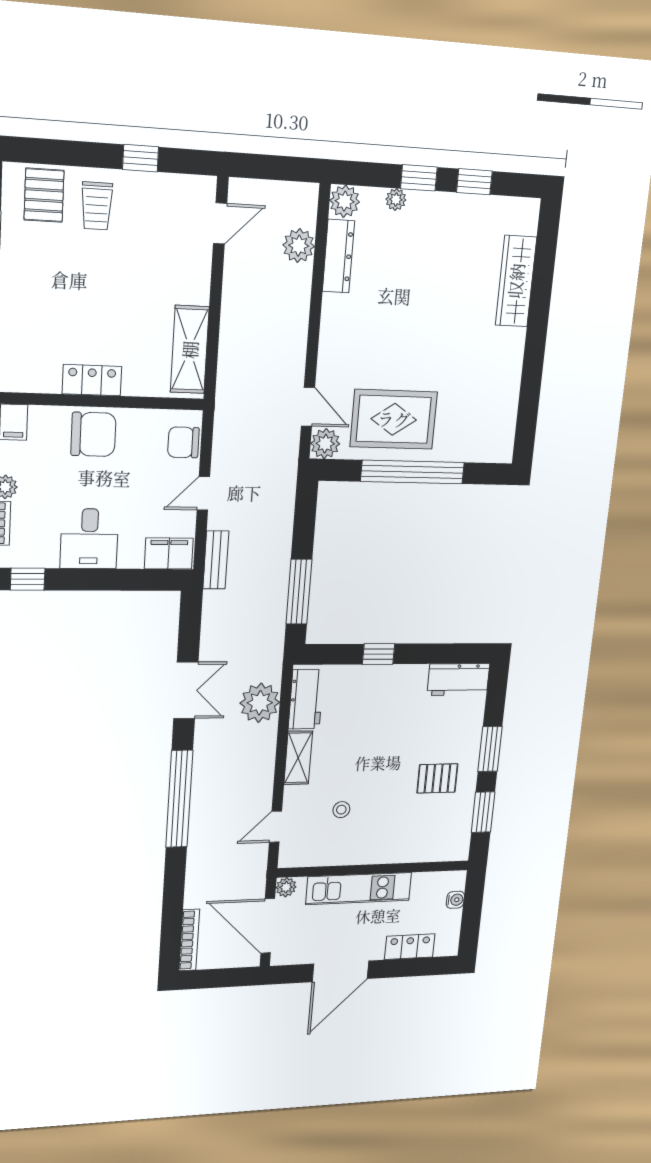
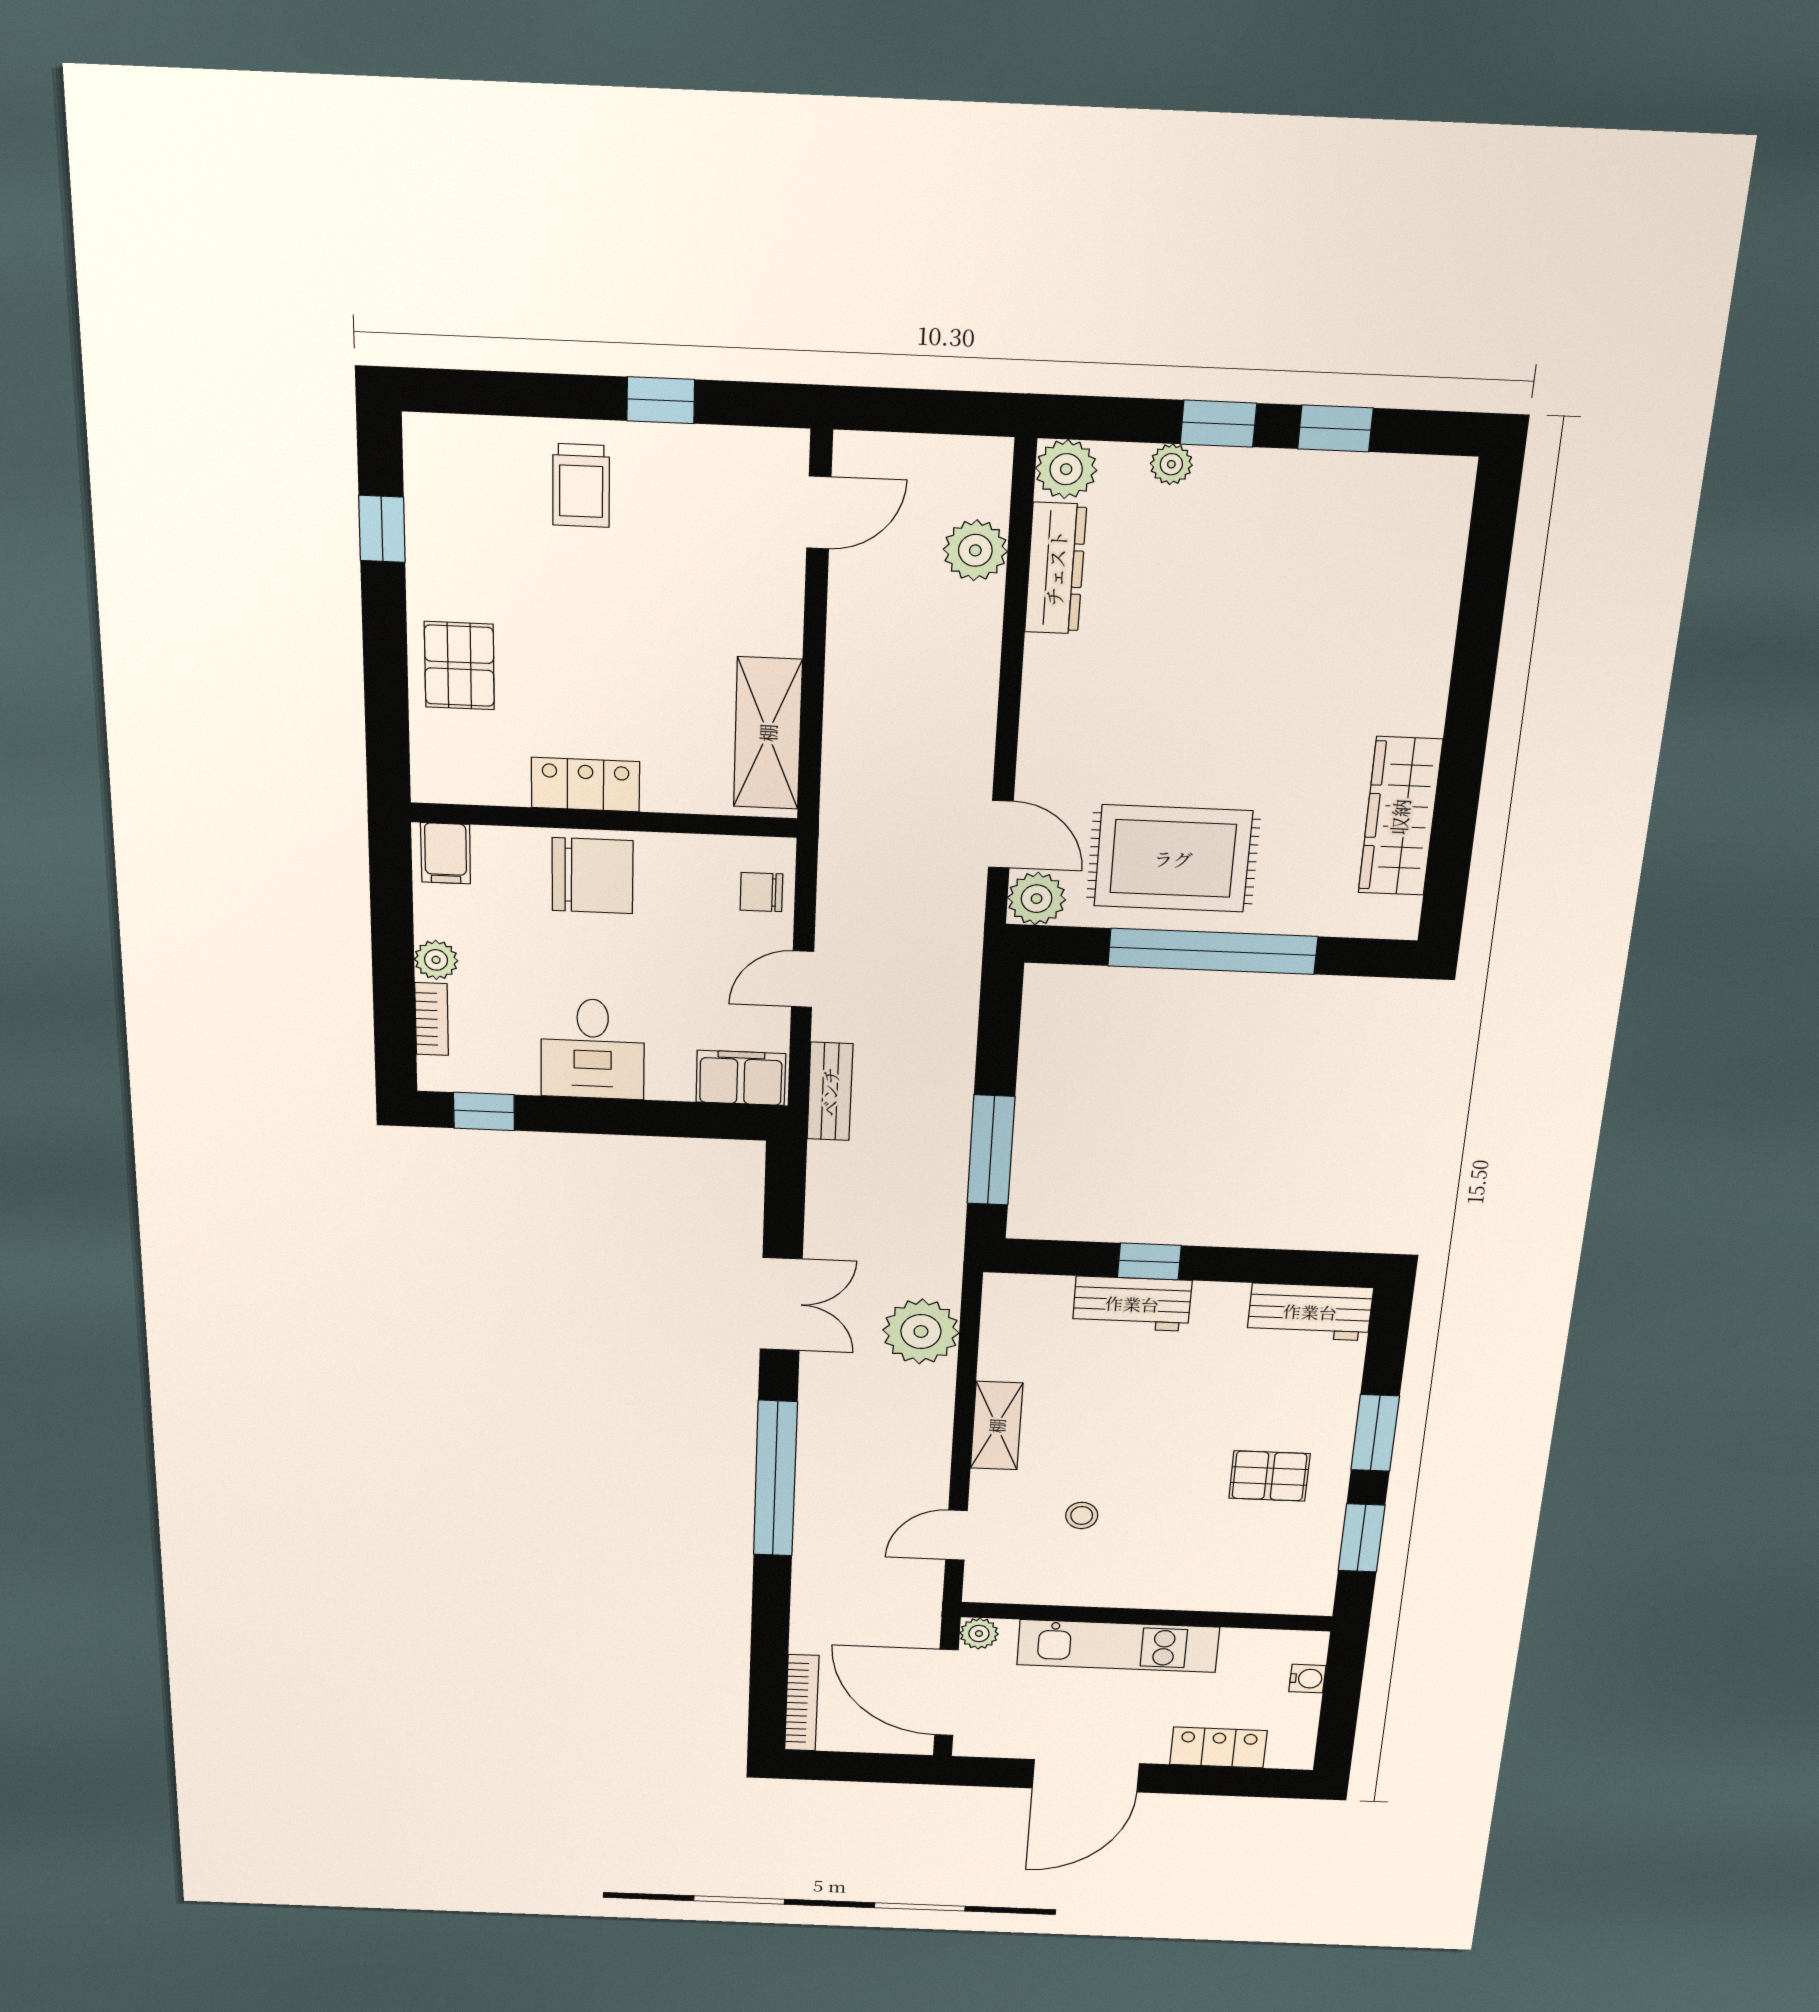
pallet: (44, 195) -> (459, 666), moved
wardrobe: (516, 281) -> (1400, 817), moved
chair: (183, 442) -> (761, 892), width x0.73, depth x0.73
workbench: (306, 699) -> (1132, 1304), moved, turned 90

